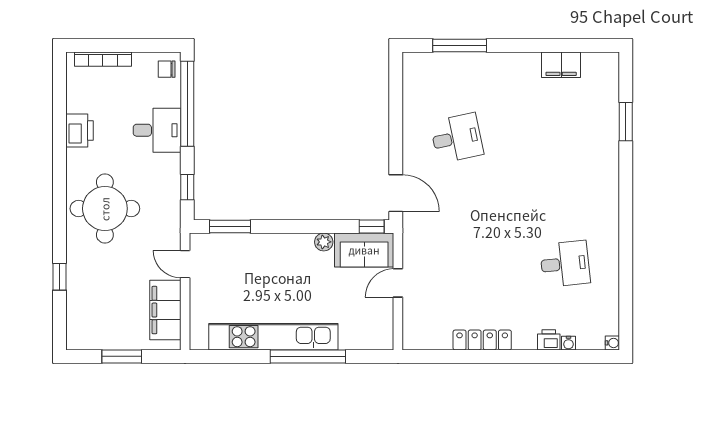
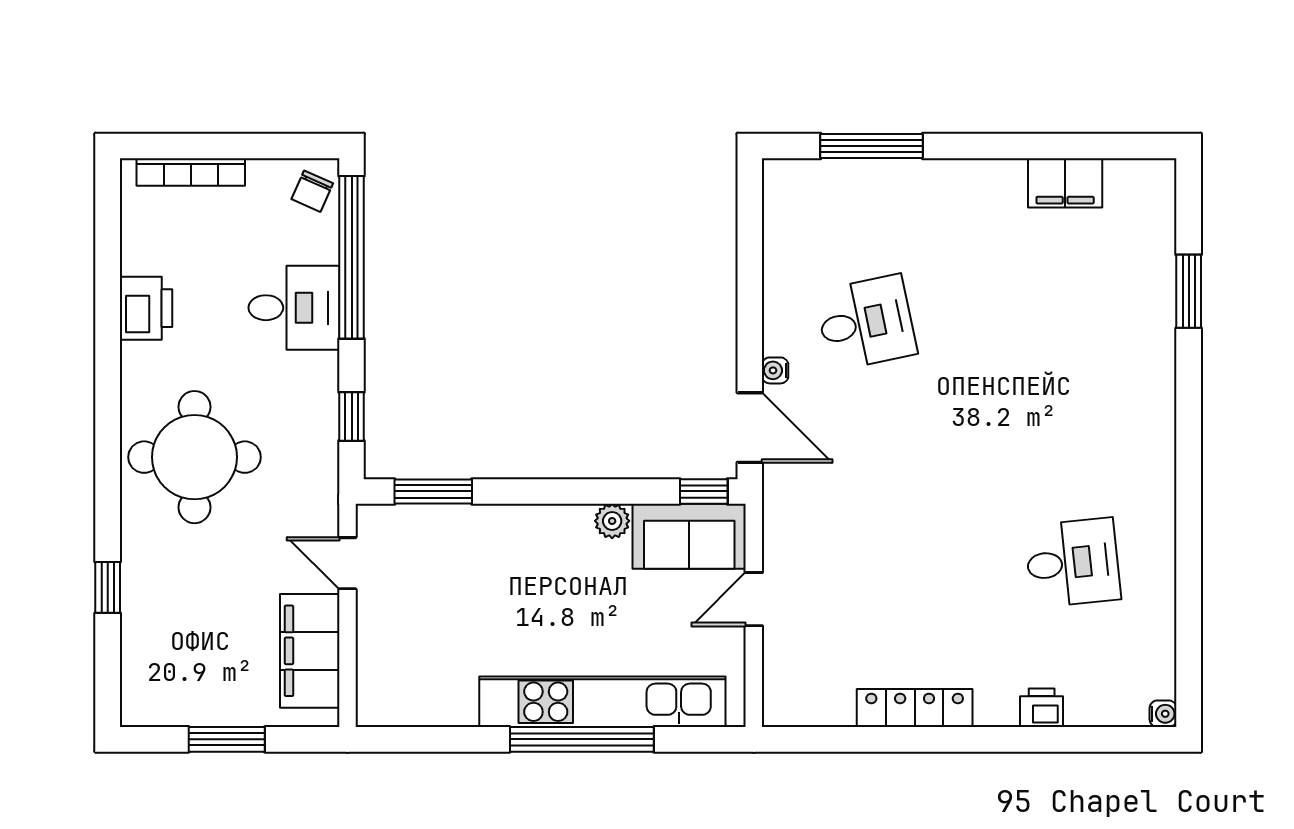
chair: (167, 69) -> (312, 191), turned -66
kitchen unit: (273, 337) -> (602, 702), moved
water cooler: (568, 343) -> (775, 370), moved, turned 90

